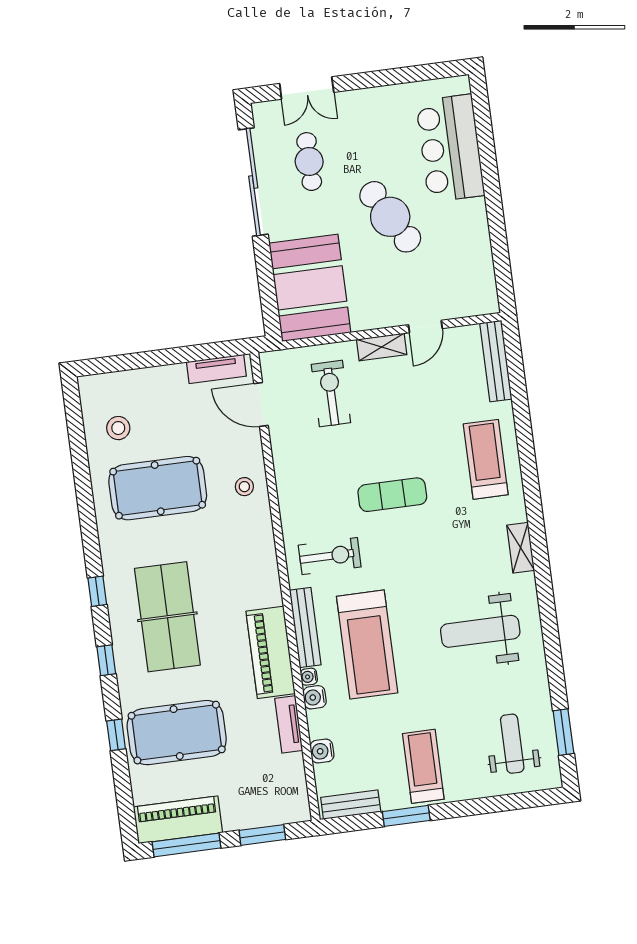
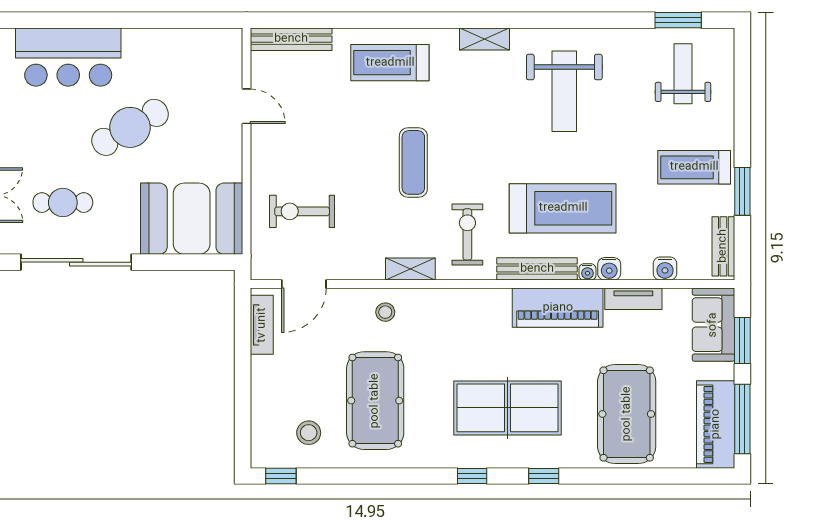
shelving: (382, 347) -> (410, 269), moved, turned 90
window: (116, 735) -> (281, 476), moved
weight bench: (512, 744) -> (683, 74), turned 90
sofa: (274, 805) -> (713, 325), added

